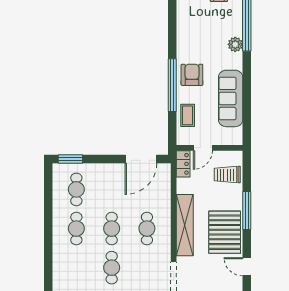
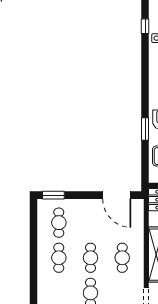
window: (172, 85) -> (145, 129), width x0.47
door: (141, 159) -> (117, 195), hinge flipped

